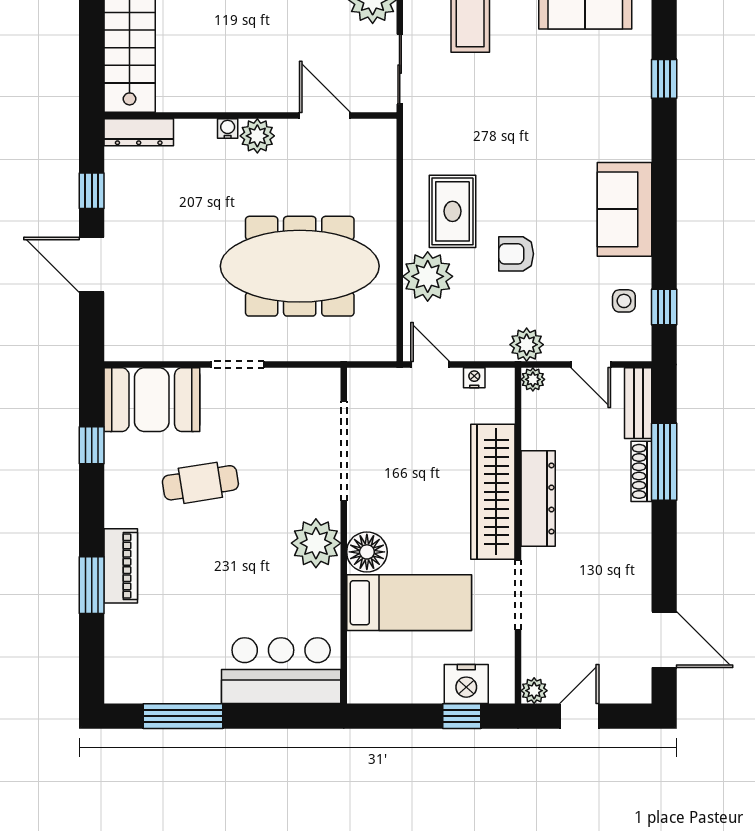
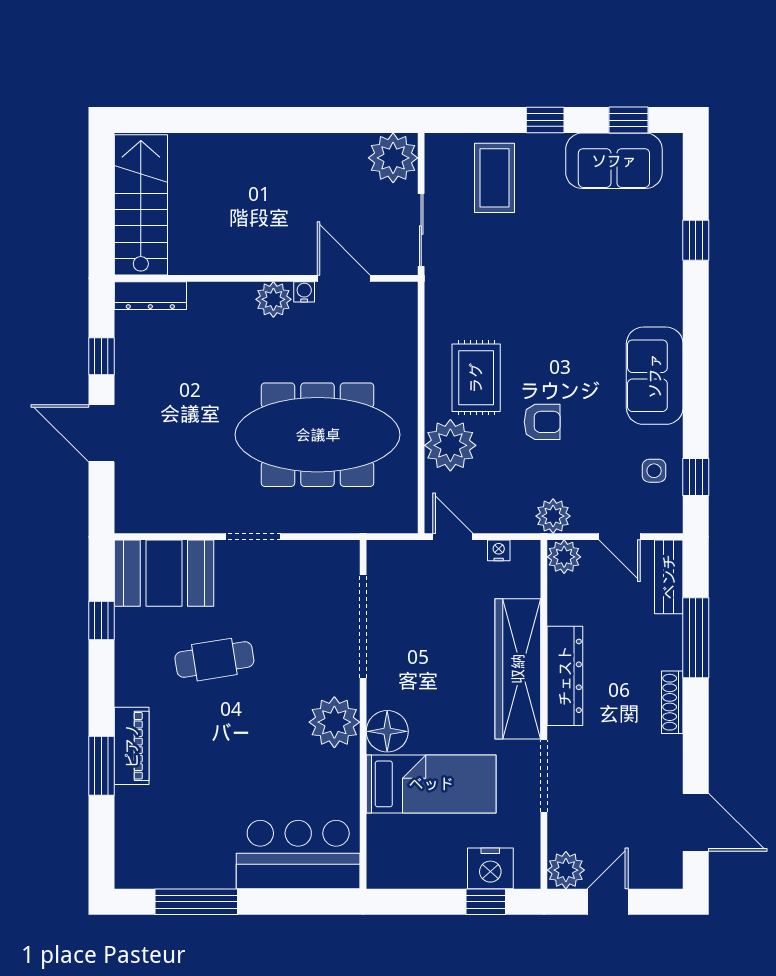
water cooler: (228, 129) -> (304, 292), moved
armchair: (516, 254) -> (542, 422), turned 180
plant: (533, 379) -> (564, 557), width x1.38, depth x1.38
shoe rack: (641, 471) -> (672, 702), moved
plant: (534, 691) -> (566, 870), width x1.38, depth x1.38

